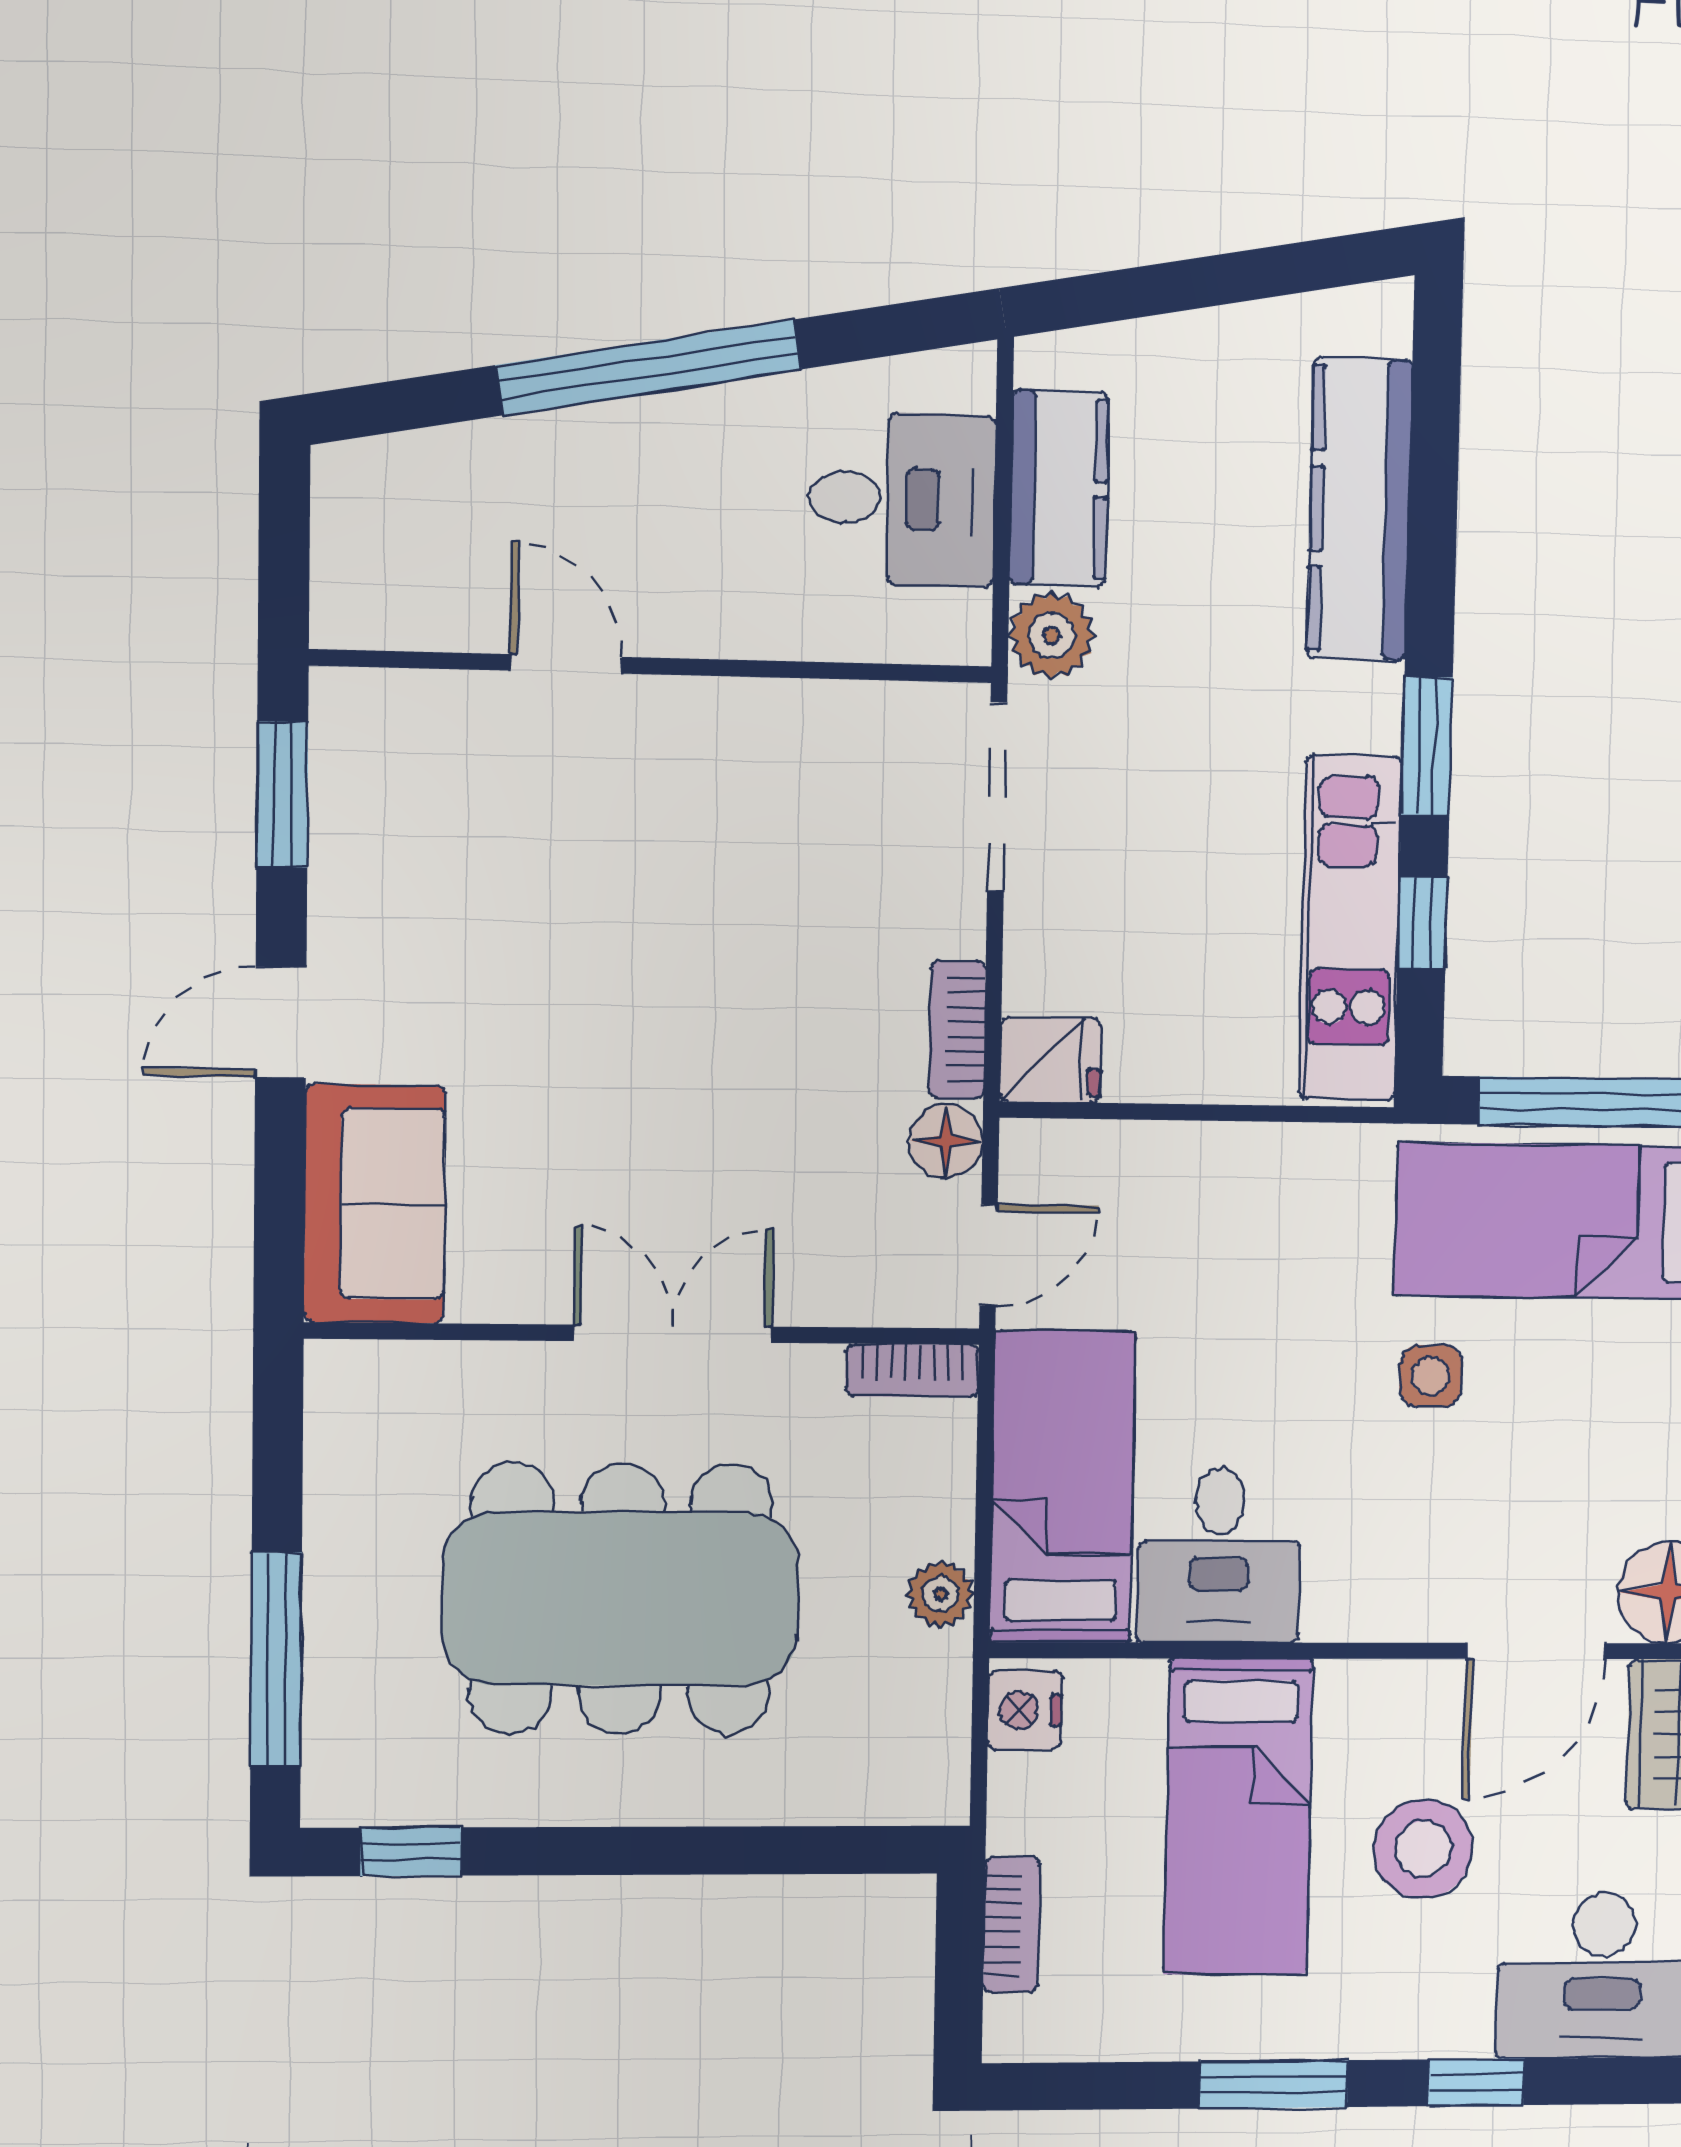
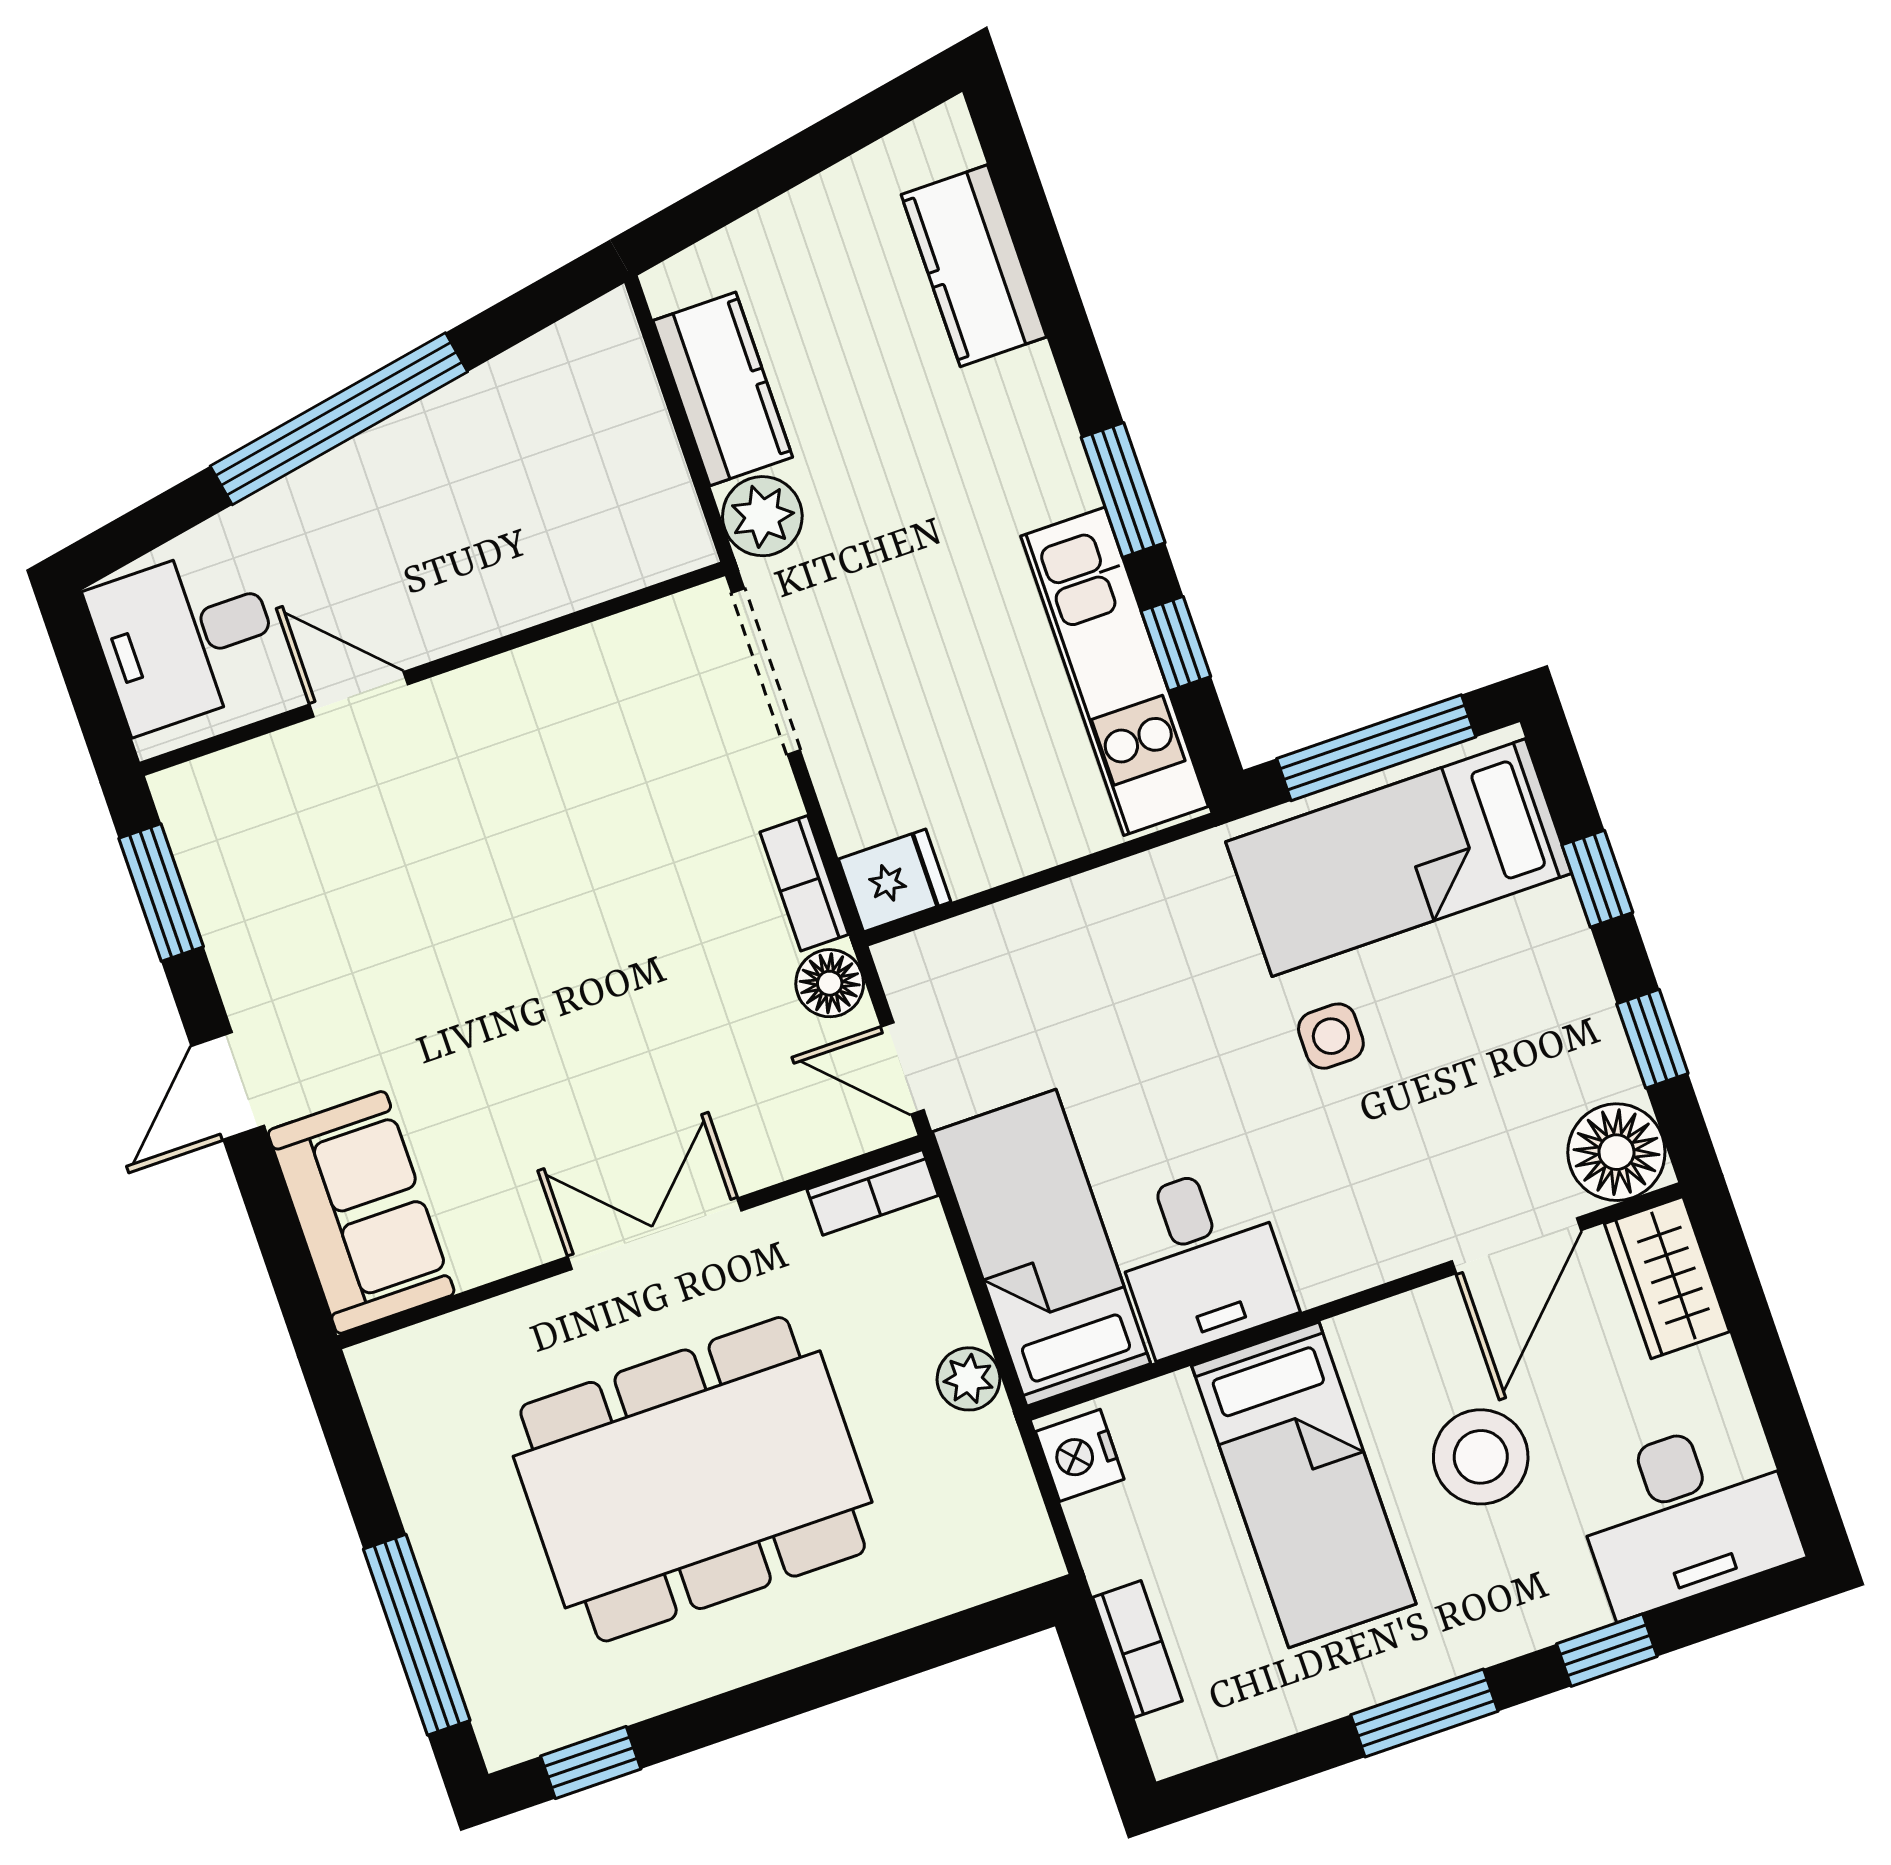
desk: (902, 499) -> (186, 638), moved, turned 180
kitchen counter: (1360, 509) -> (974, 266), width x0.67
door: (989, 1255) -> (903, 1068), swing flipped

